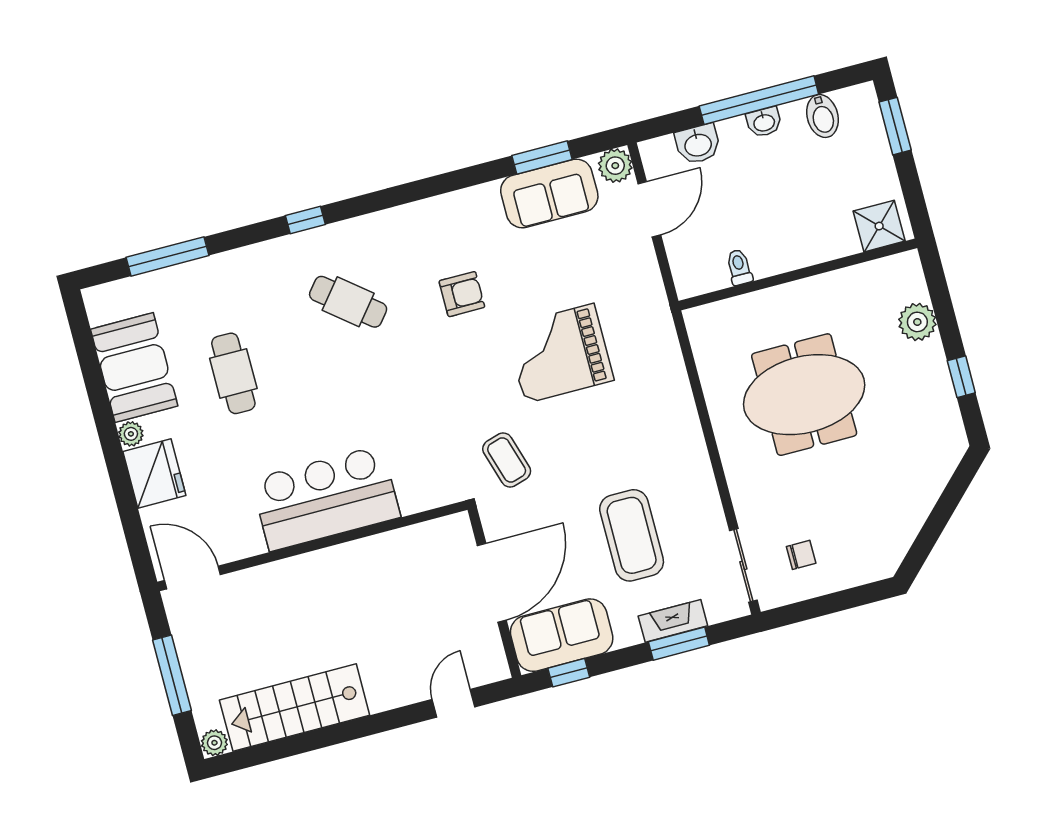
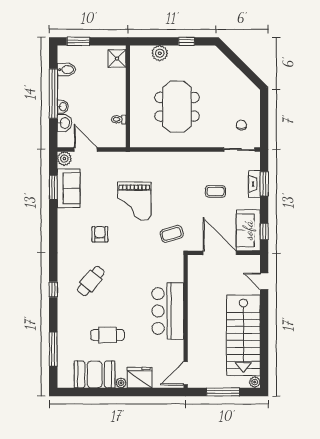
washbasin: (764, 122) -> (63, 107), moved
coffee table: (632, 535) -> (215, 191), width x0.54, depth x0.58
stairs: (295, 708) -> (243, 335), width x1.36, depth x1.51

